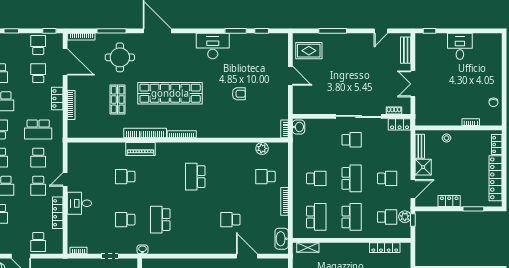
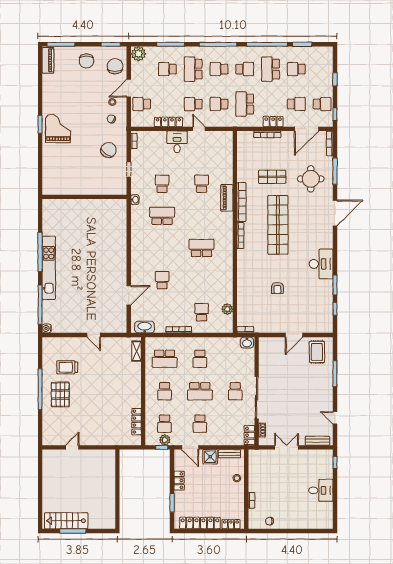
school desk: (352, 217) -> (165, 391), width x0.54

